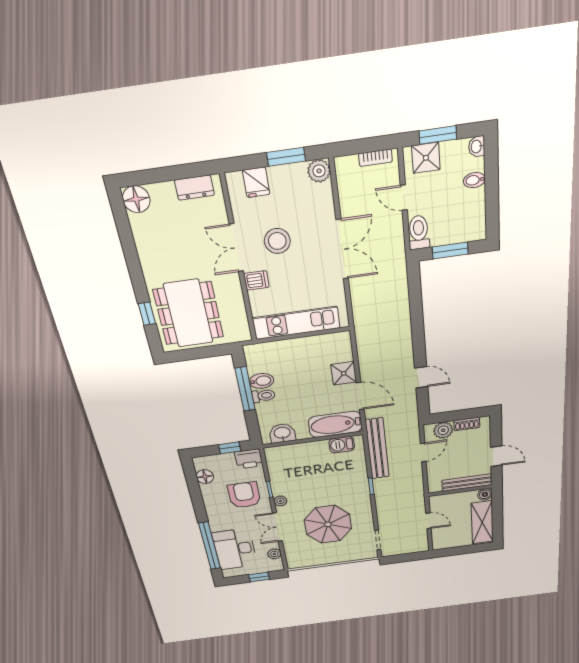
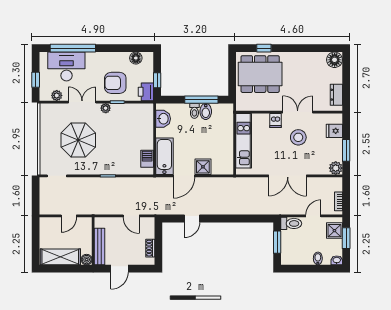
plant: (443, 430) -> (148, 231), removed
bench: (377, 449) -> (140, 183), removed
armchair: (244, 495) -> (115, 83), turned 180

